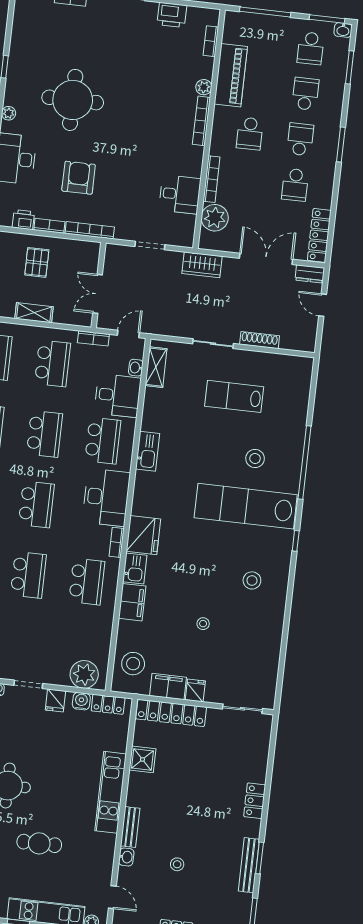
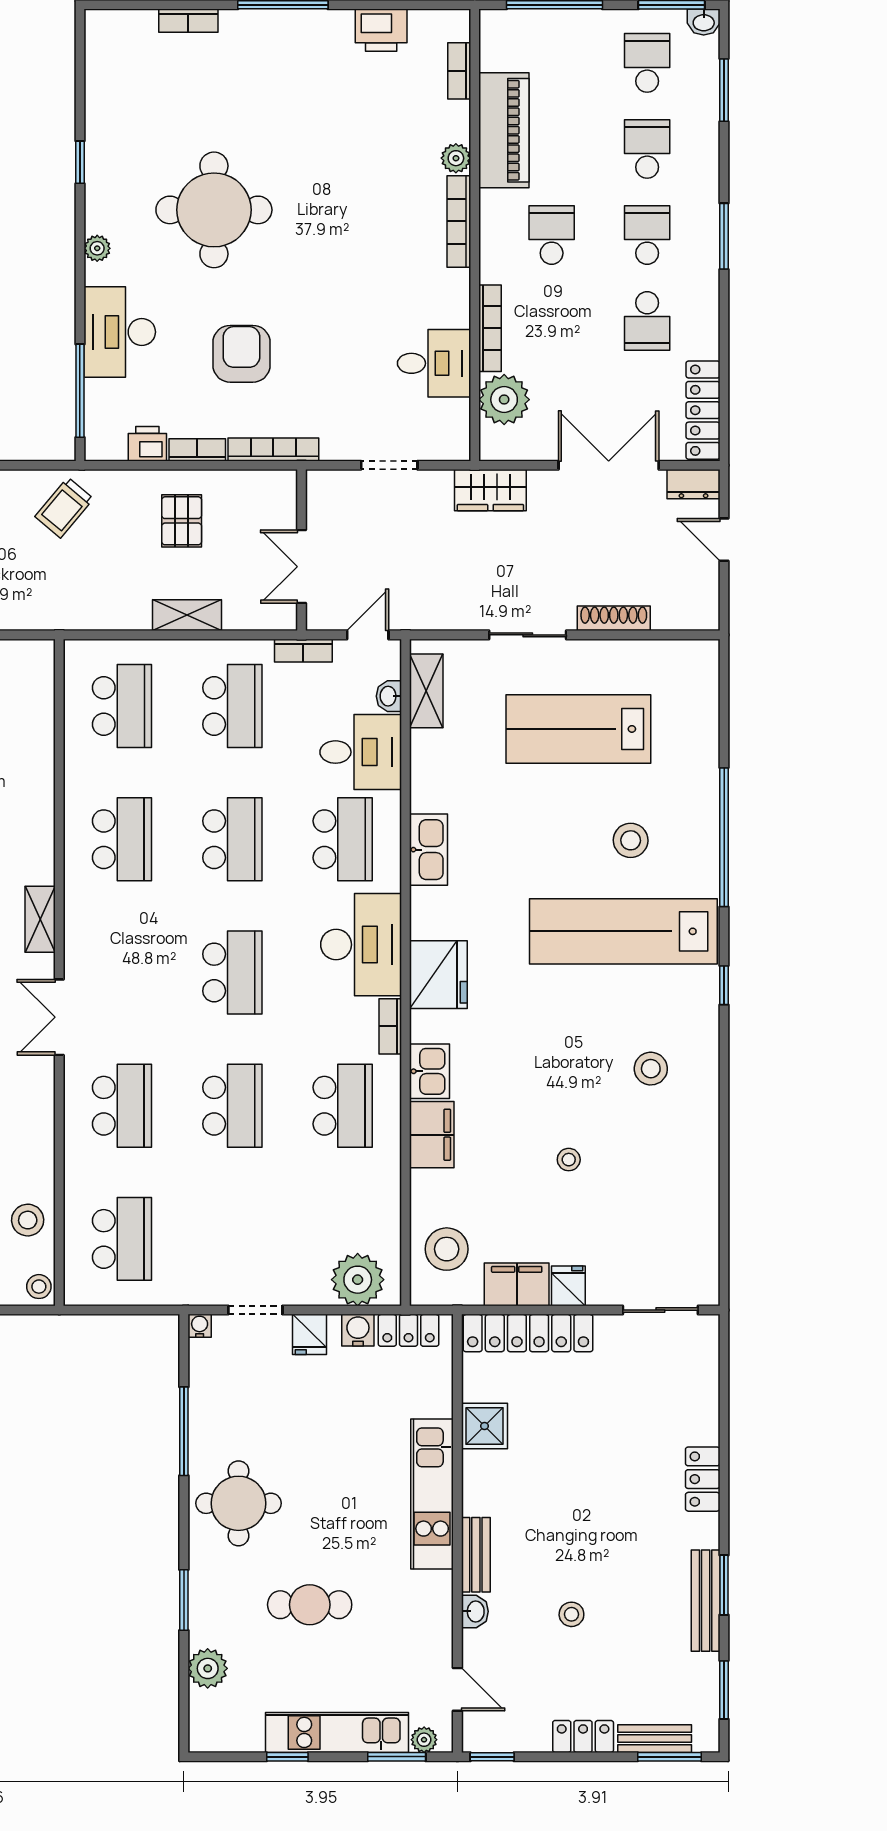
school desk: (311, 48) -> (647, 63), turned 180
school desk: (250, 134) -> (552, 235), turned 180
lab bench: (234, 396) -> (578, 729), width x1.36, depth x1.39
fridge: (143, 535) -> (438, 975), moved

